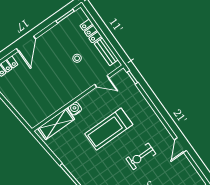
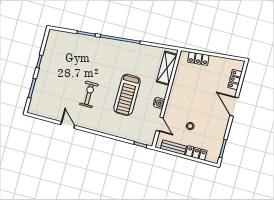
door: (102, 81) -> (160, 124), swing flipped
water cooler: (75, 109) -> (159, 103), moved
locker: (23, 110) -> (198, 59), added
treadmill: (109, 129) -> (127, 95), turned 180

